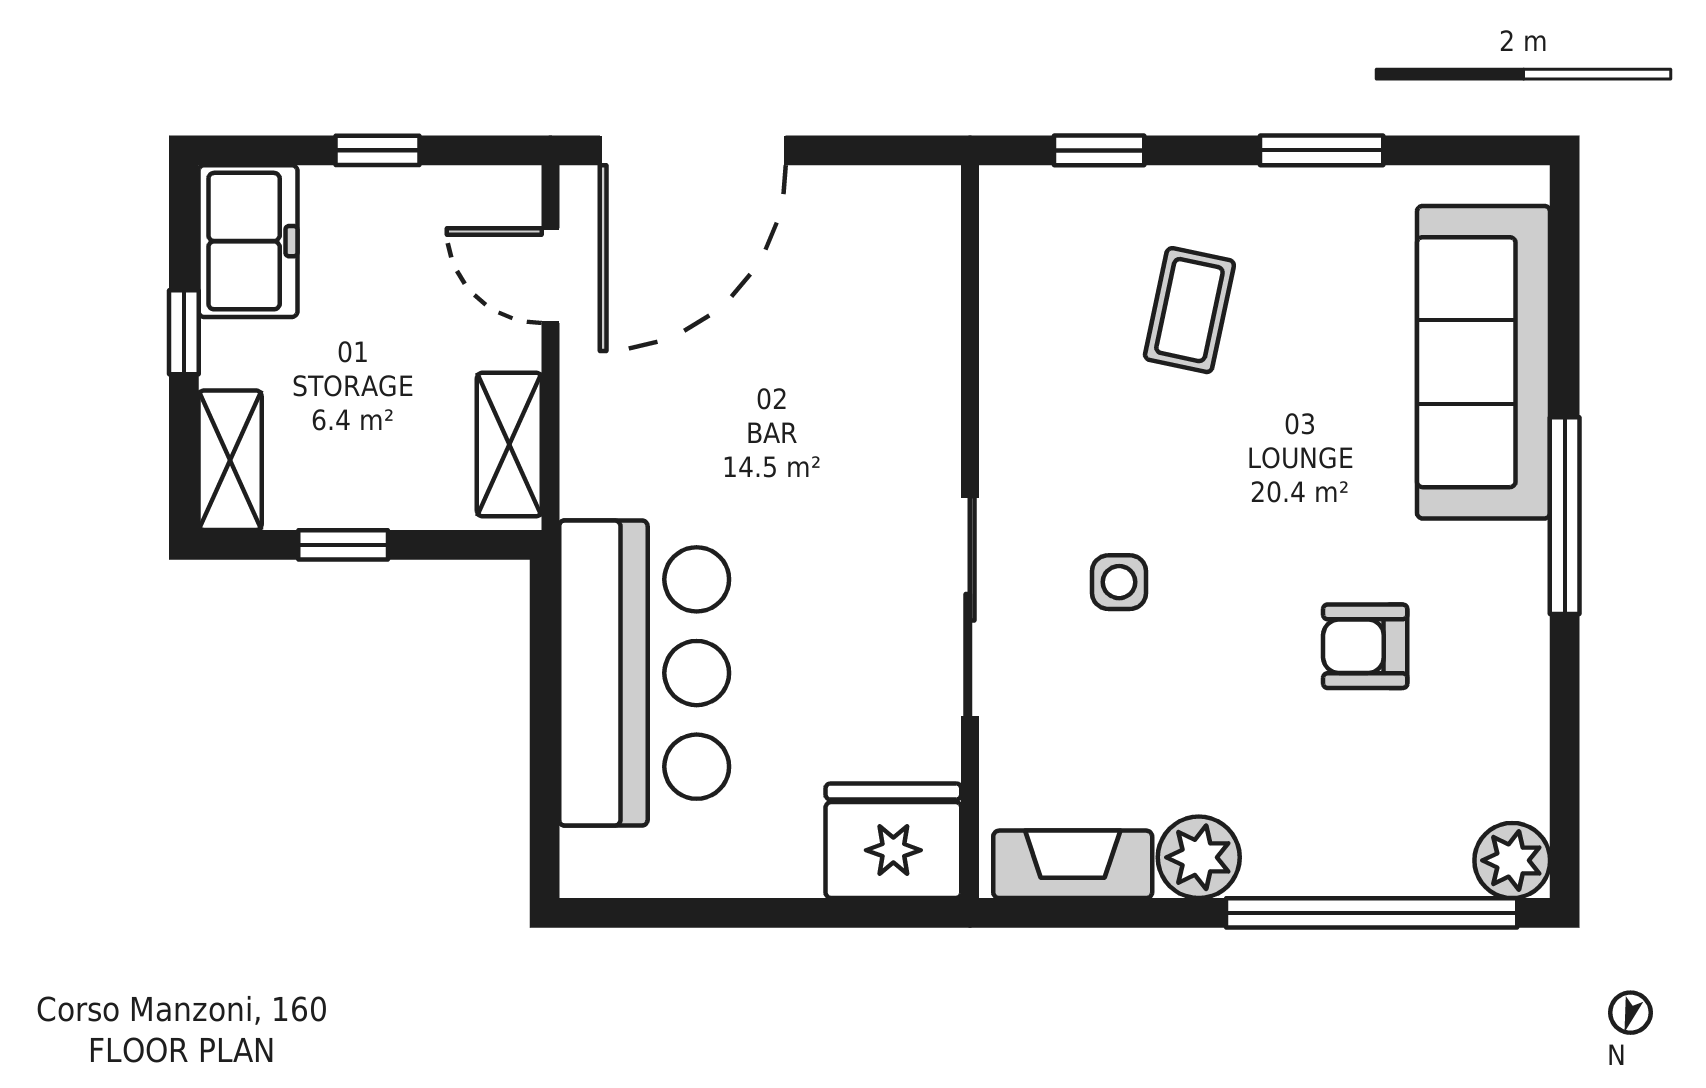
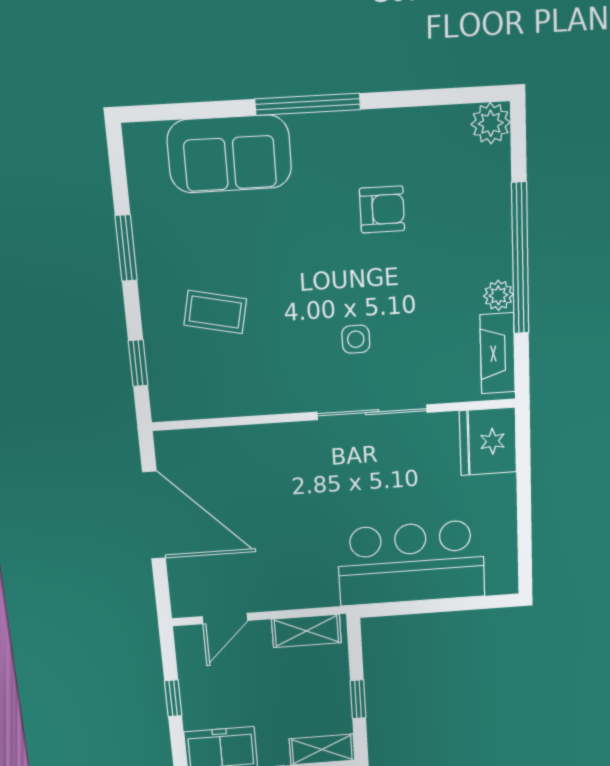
door: (693, 150) -> (154, 515), moved
sofa: (1484, 362) -> (229, 154), width x0.73
armchair: (1365, 646) -> (382, 209), turned -90
plant: (1199, 857) -> (498, 295), width x0.73, depth x0.73
window: (1372, 913) -> (520, 259), moved

